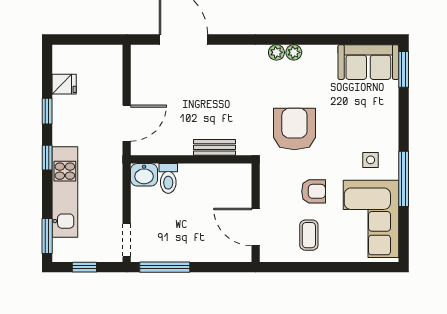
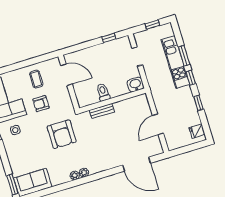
fridge: (64, 84) -> (197, 131), moved
door: (127, 123) -> (158, 124), moved
toilet: (168, 178) -> (103, 92), moved
window: (47, 236) -> (184, 56), moved
doorway: (127, 240) -> (137, 56), moved
window: (165, 267) -> (109, 38), width x0.46

